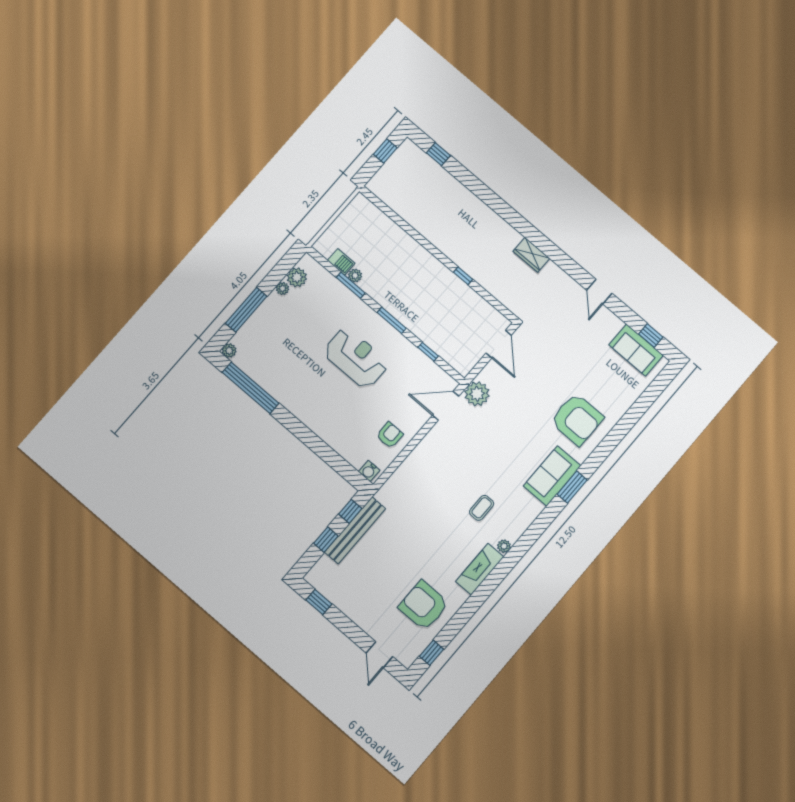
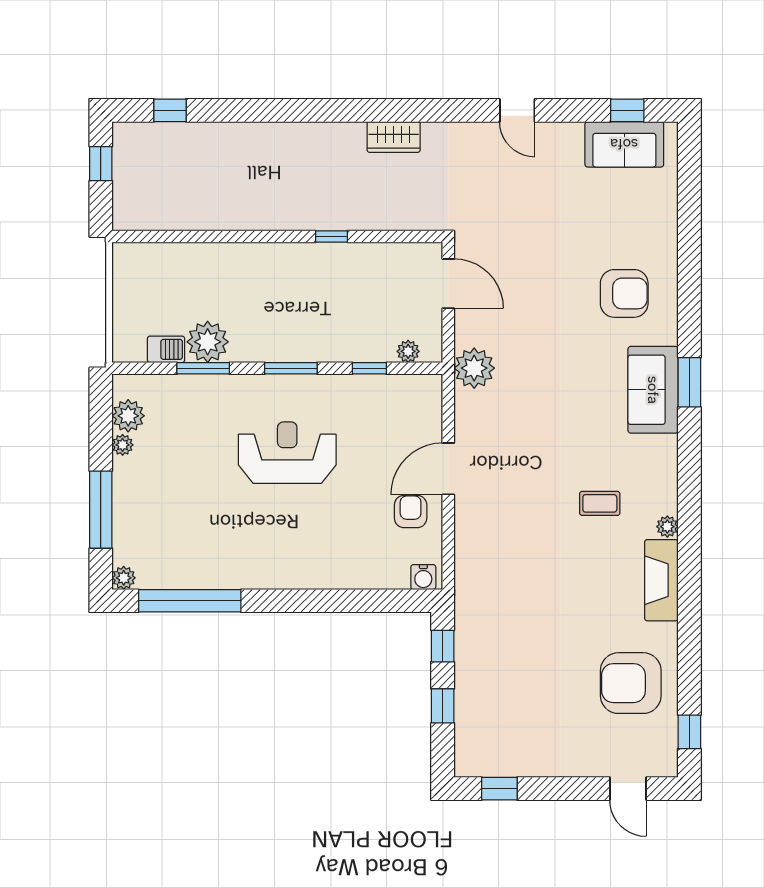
plant: (355, 276) -> (208, 342), width x1.87, depth x1.87
plant: (453, 359) -> (408, 351), added
door: (446, 406) -> (448, 469), moved
armchair: (577, 419) -> (624, 293), width x0.73, depth x0.73
coffee table: (482, 508) -> (600, 503), turned 90
bench: (355, 530) -> (468, 664), removed

